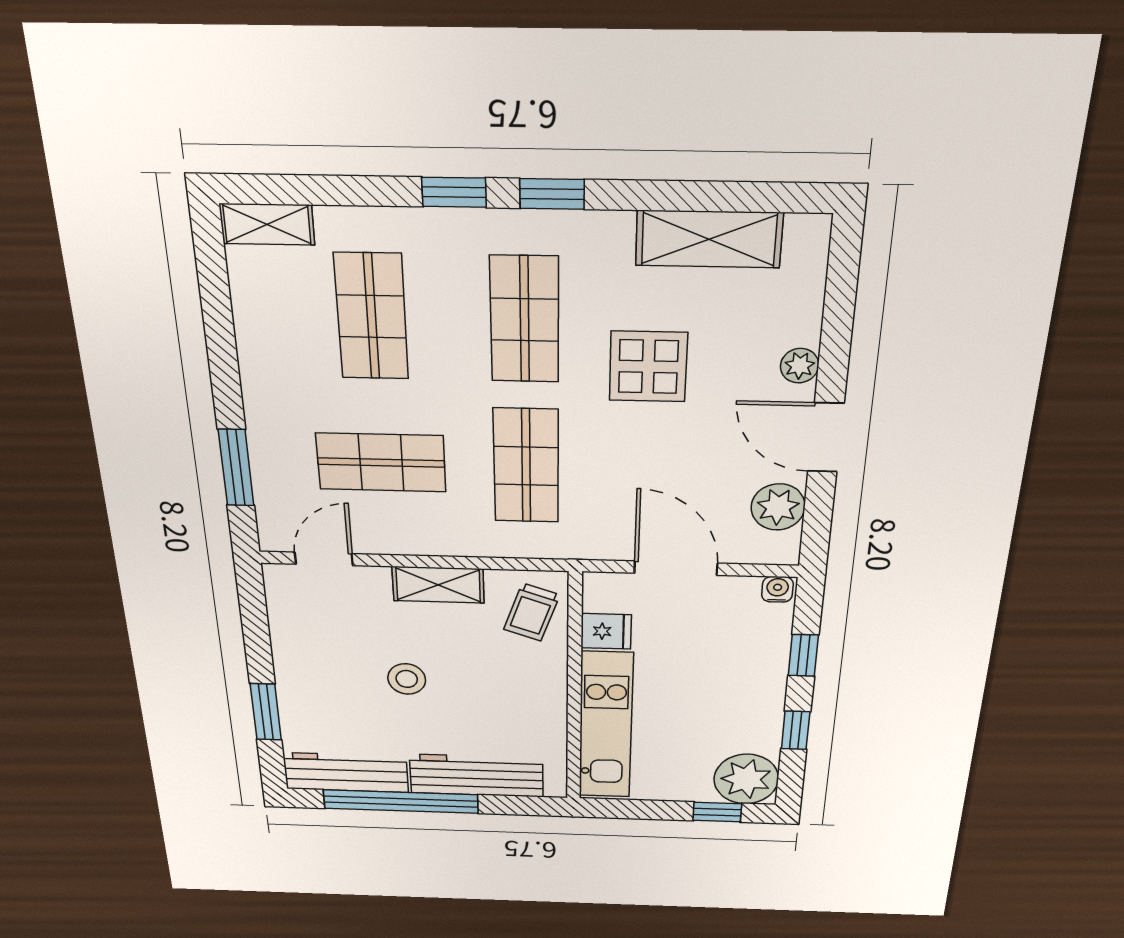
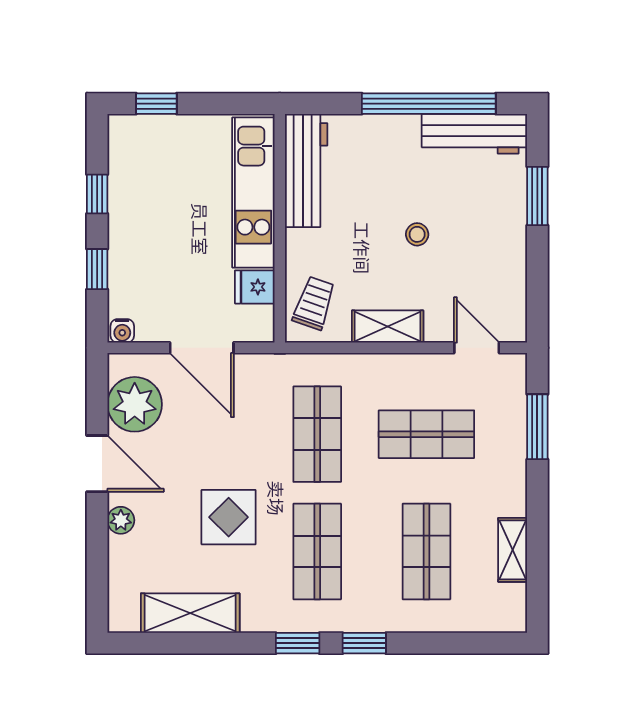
shelving: (267, 224) -> (513, 550), moved, turned 90
plant: (778, 507) -> (135, 404), width x1.36, depth x1.36
door: (324, 559) -> (477, 348), swing flipped
stool: (407, 679) -> (417, 234), width x0.73, depth x0.73
workbench: (476, 776) -> (306, 171), moved, turned -90
plant: (746, 779) -> (134, 141), removed

